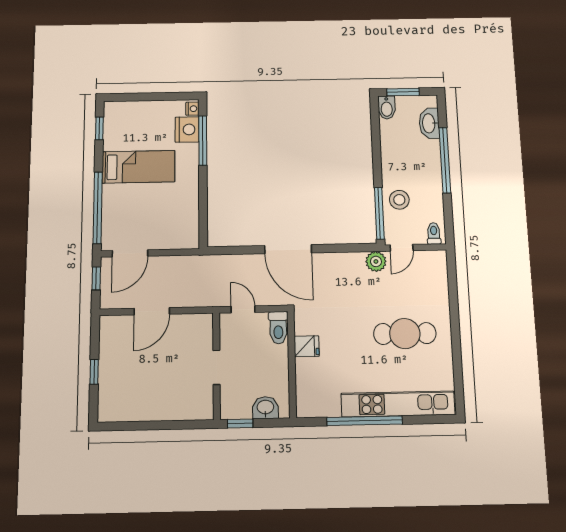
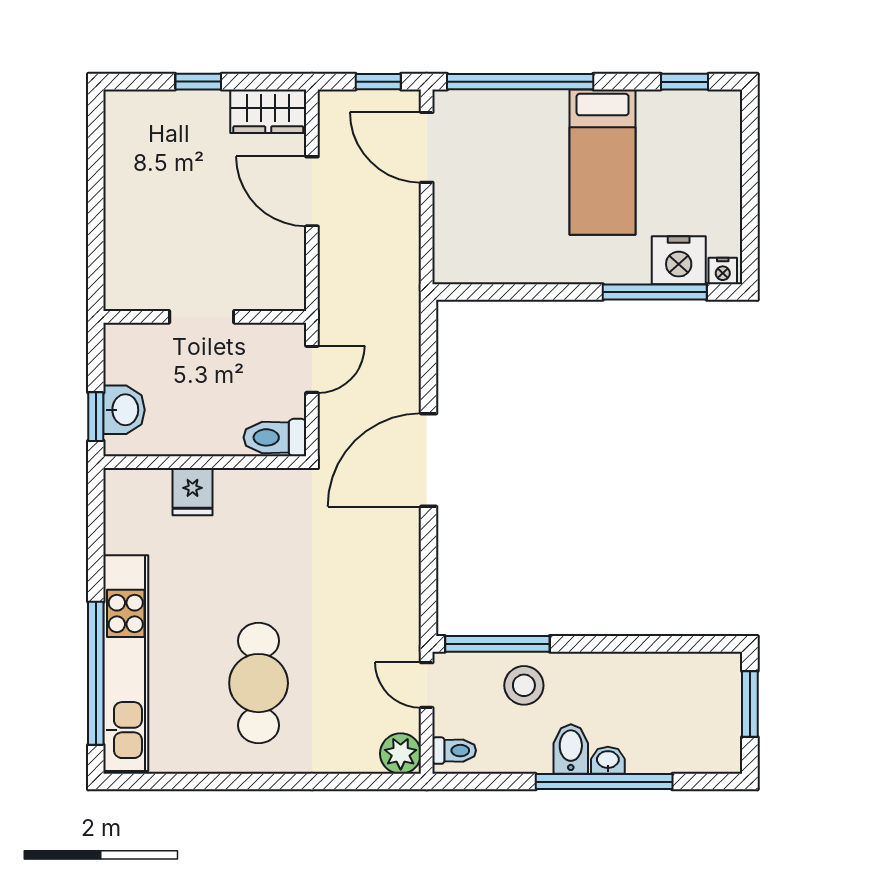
bidet: (387, 108) -> (571, 749), moved, turned 90
washbasin: (429, 123) -> (608, 760), moved, width x0.52, depth x0.69
plant: (376, 261) -> (401, 754), moved
wardrobe: (110, 335) -> (268, 111), added
fridge: (307, 346) -> (193, 492), moved
window: (365, 421) -> (96, 673), moved
window: (240, 423) -> (96, 417), moved

